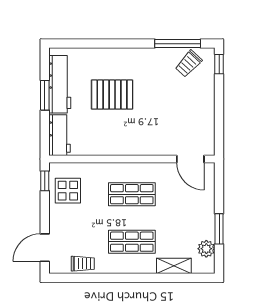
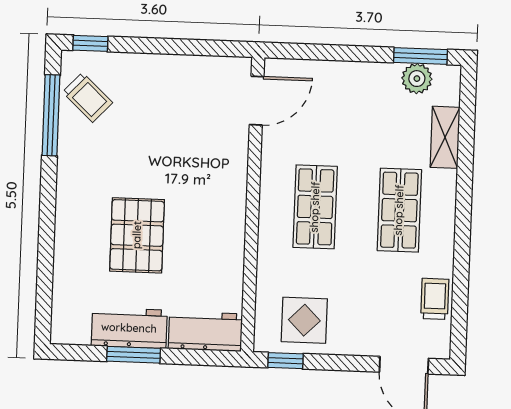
workbench: (60, 84) -> (129, 328), width x0.73
window: (219, 229) -> (420, 56), moved

